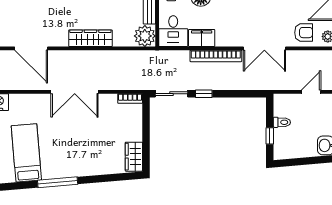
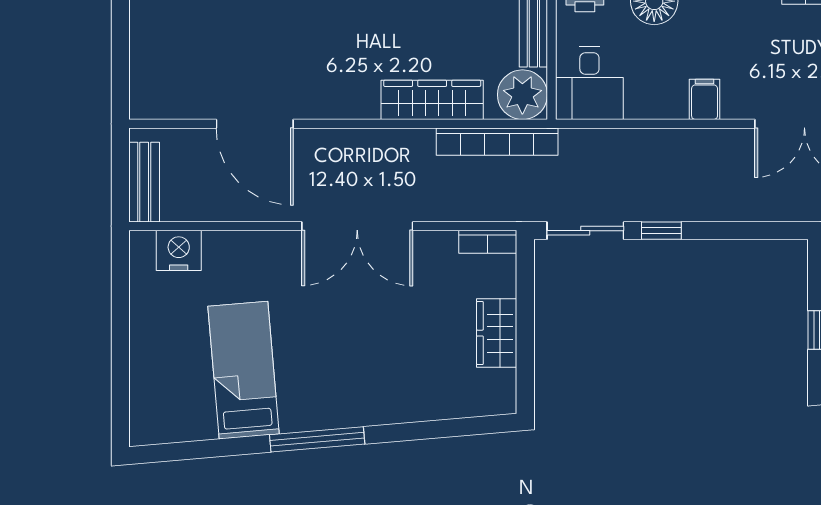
wardrobe: (90, 38) -> (432, 100), moved
filing cabinet: (202, 38) -> (705, 99), moved, width x0.50
bookcase: (216, 56) -> (497, 142), moved
wardrobe: (134, 157) -> (497, 333), moved

